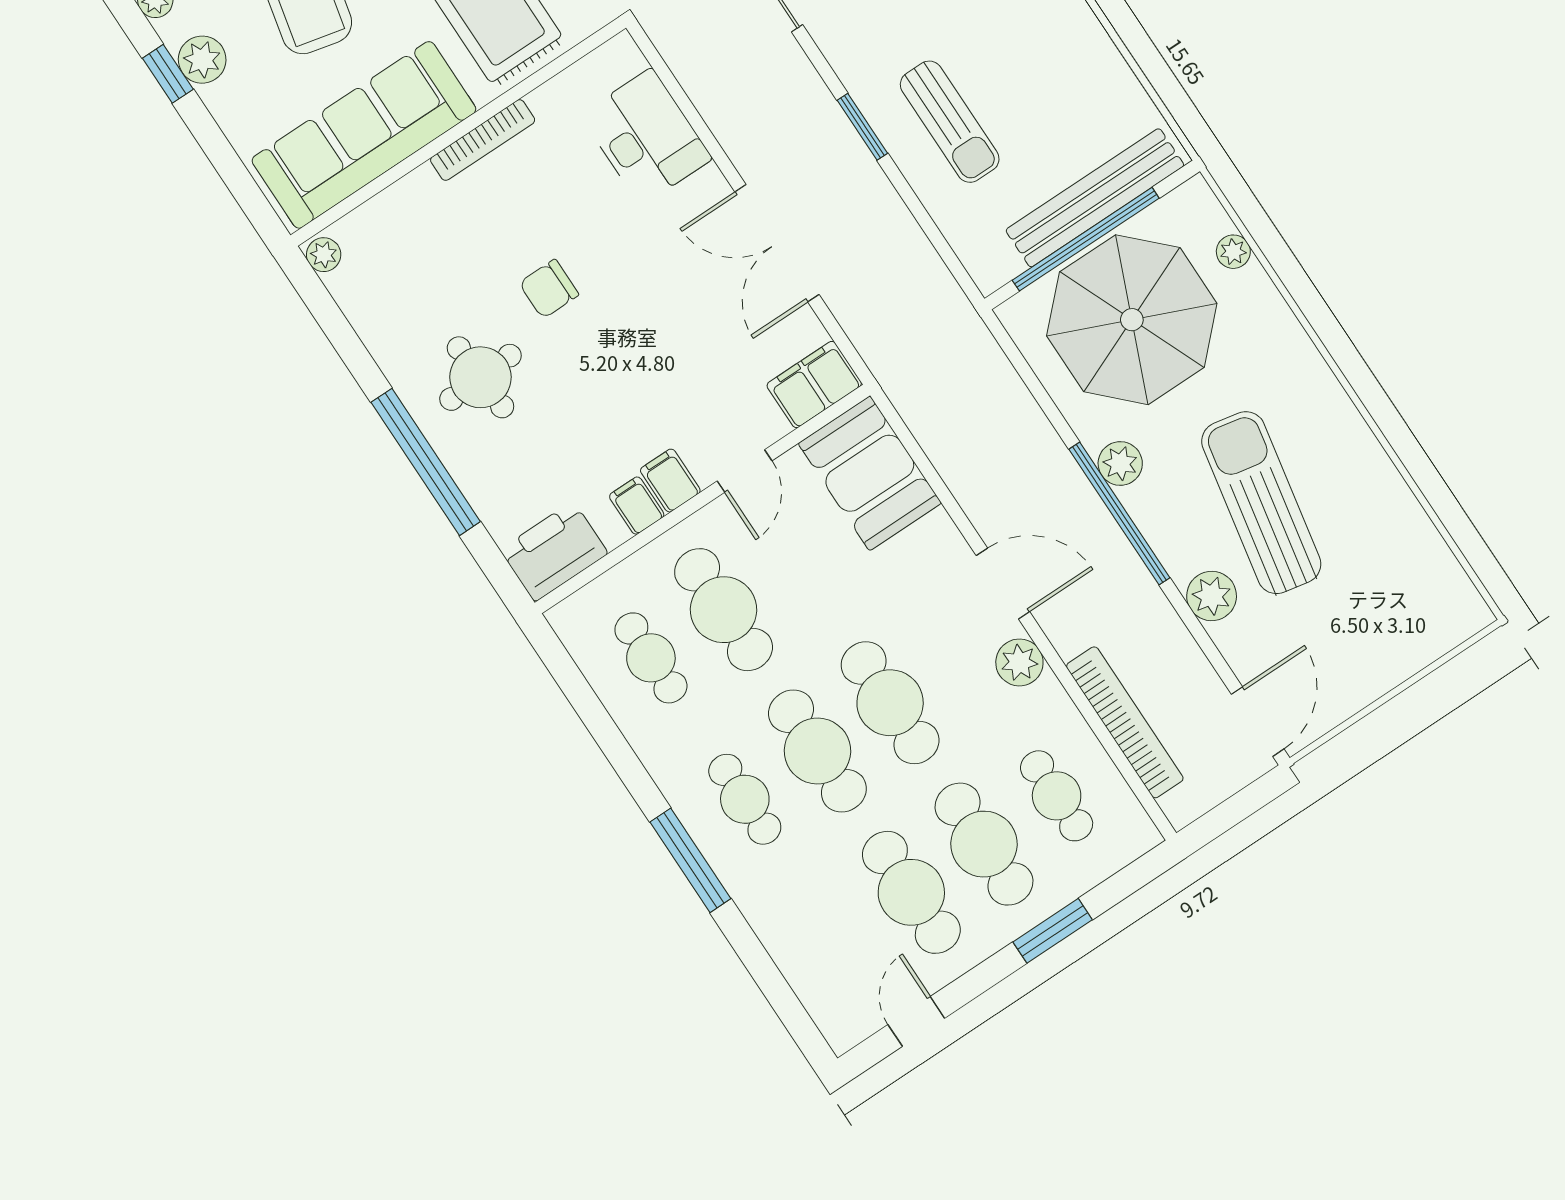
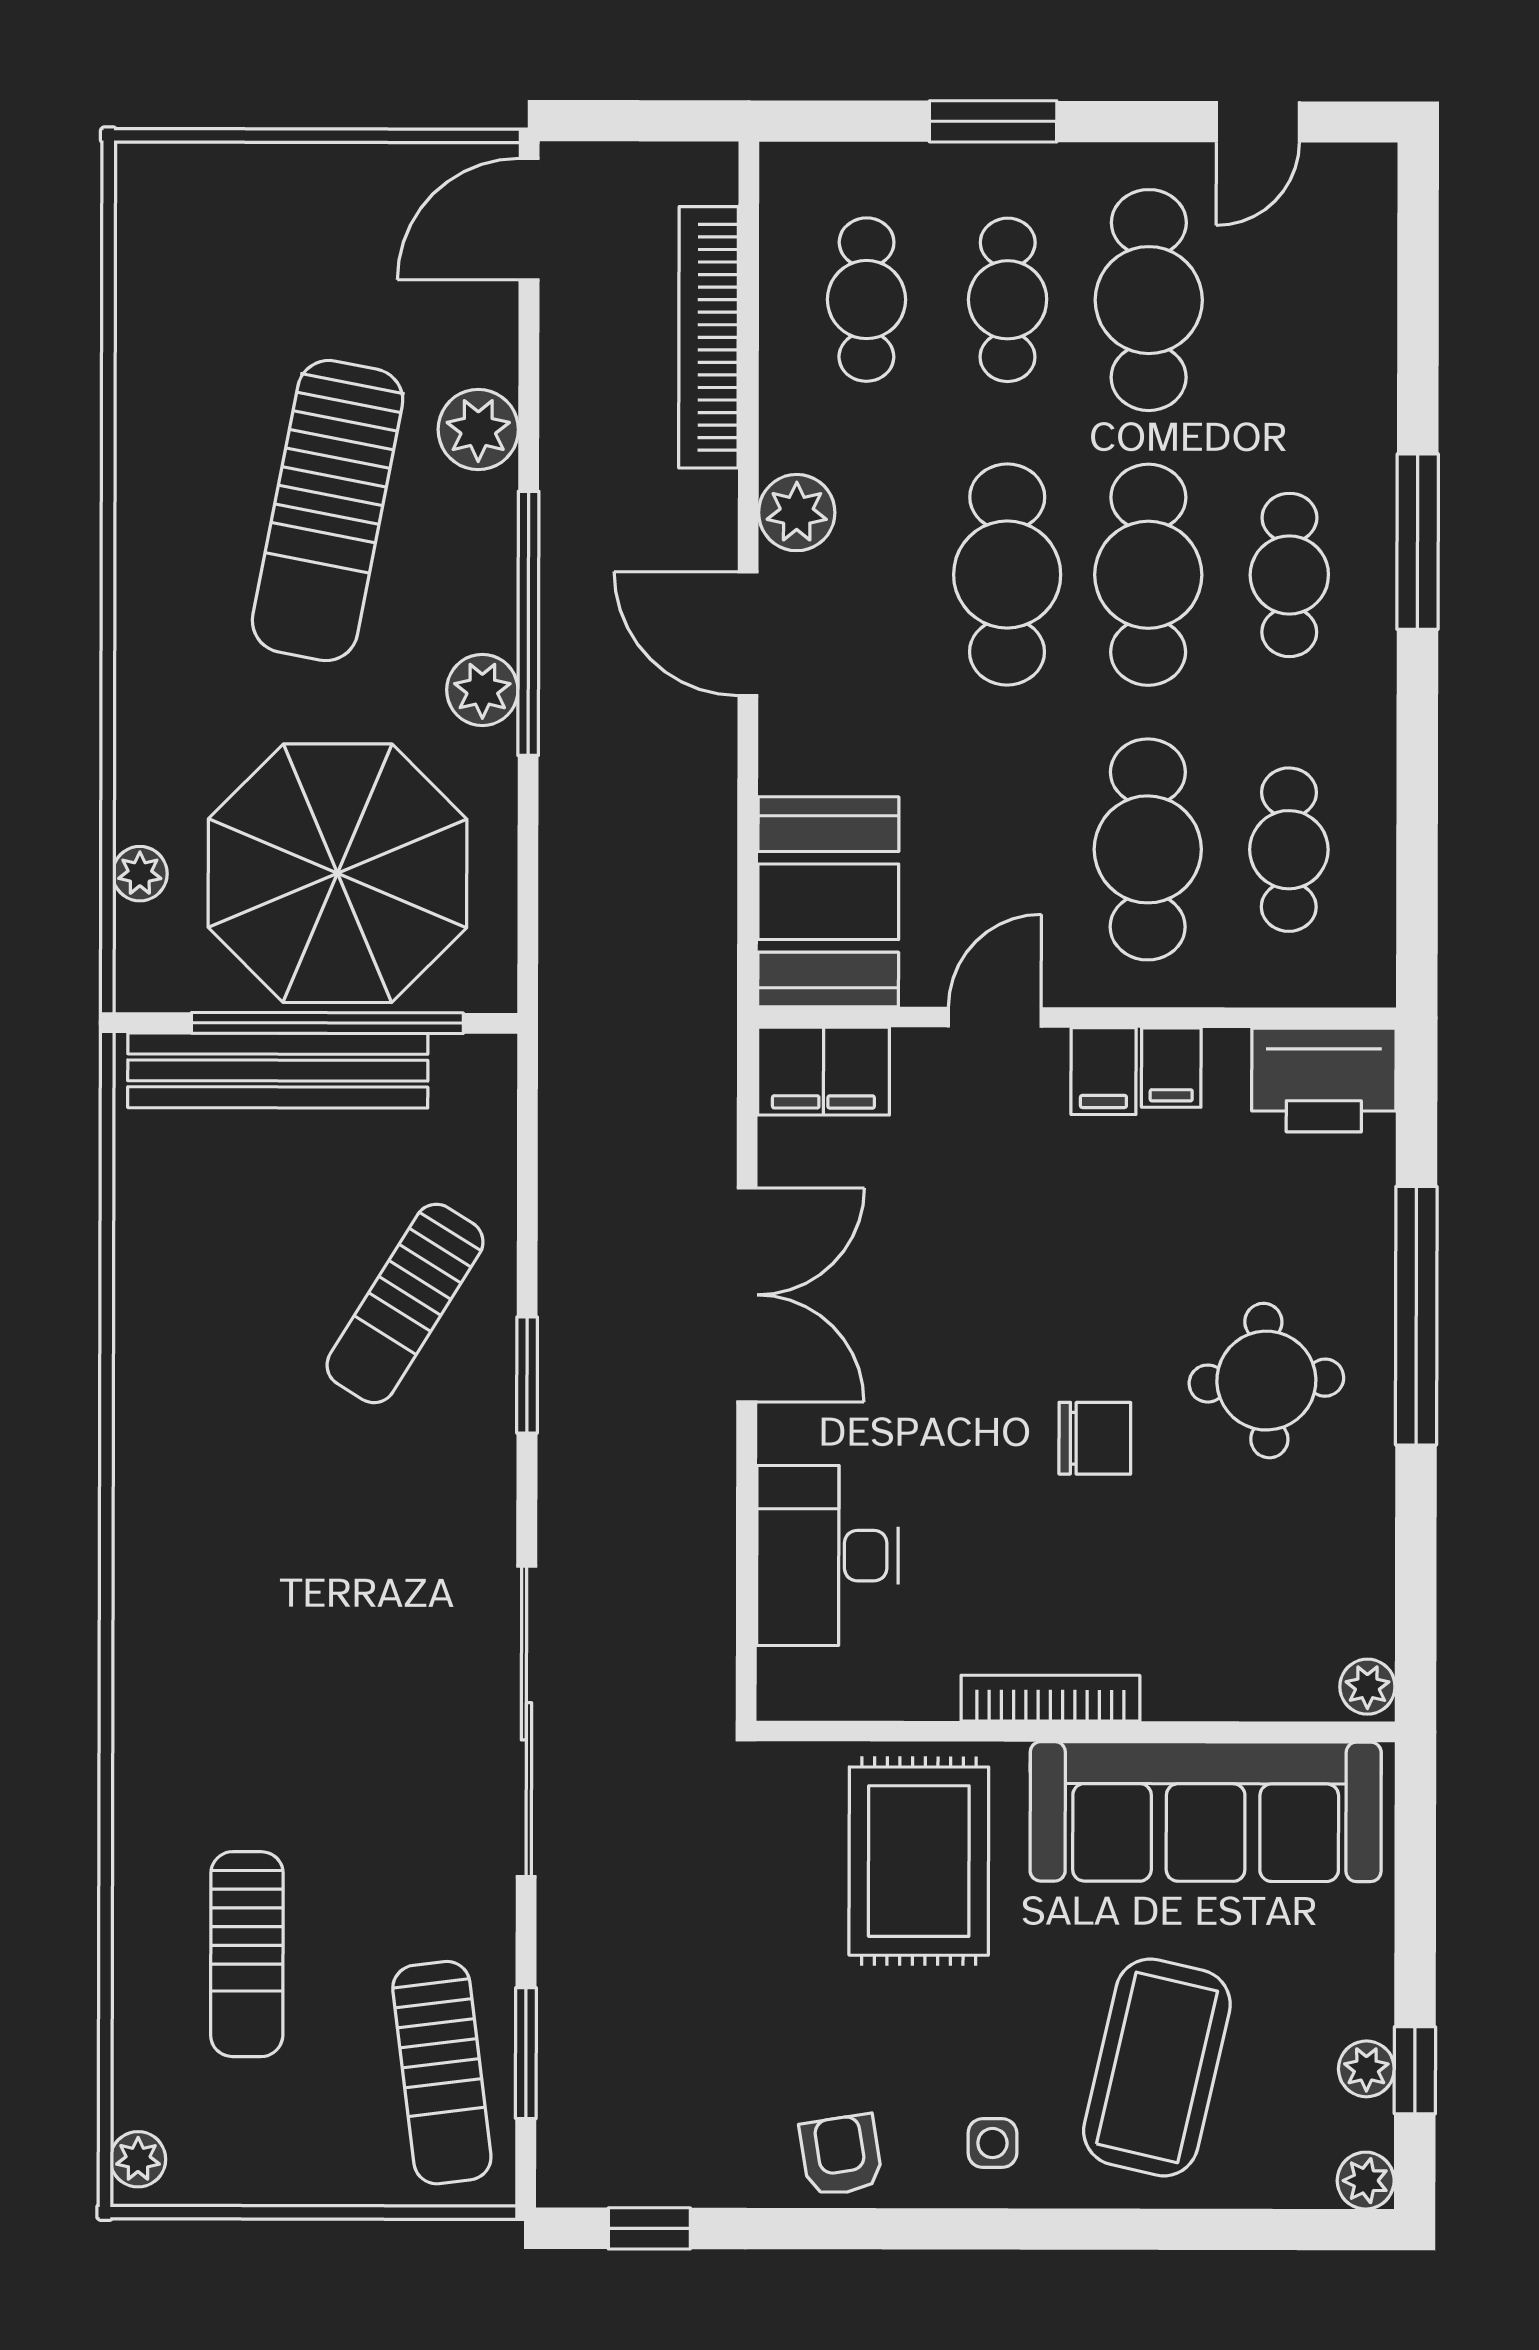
plant: (202, 60) -> (1366, 2069), width x0.73, depth x0.73
sun lounger: (950, 122) -> (405, 1303), turned -148
cafe table: (984, 844) -> (1008, 300), width x0.73, depth x0.74

